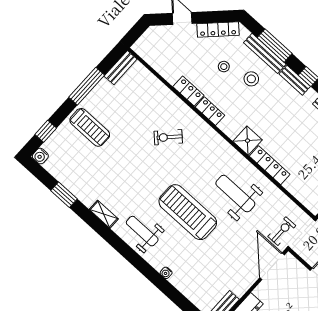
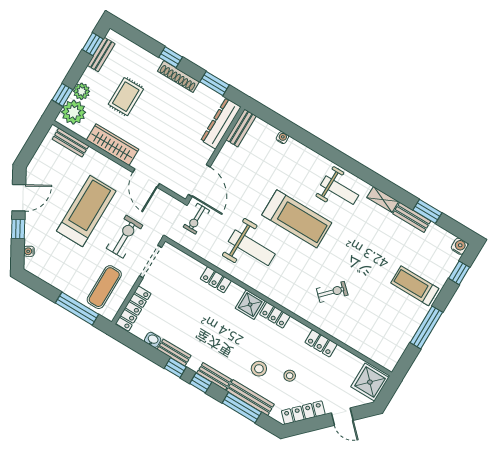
shower: (150, 46) -> (370, 382), added
bench: (121, 68) -> (412, 217), moved, turned 90
locker: (210, 111) -> (275, 315), moved
locker: (270, 165) -> (216, 280), width x0.66
water cooler: (166, 273) -> (282, 138), moved

